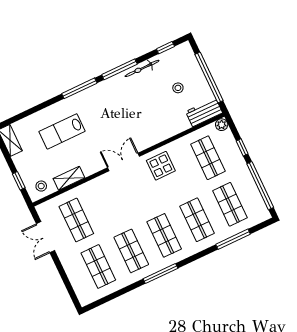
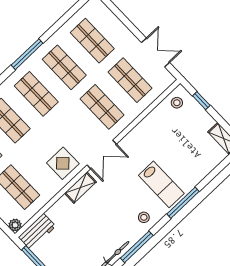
window: (79, 88) -> (183, 203), moved
stool: (178, 88) -> (144, 217), moved
lab bench: (62, 131) -> (161, 184), moved, turned 90
shelving: (69, 178) -> (80, 188), moved
shop shelf: (109, 204) -> (102, 107), added

